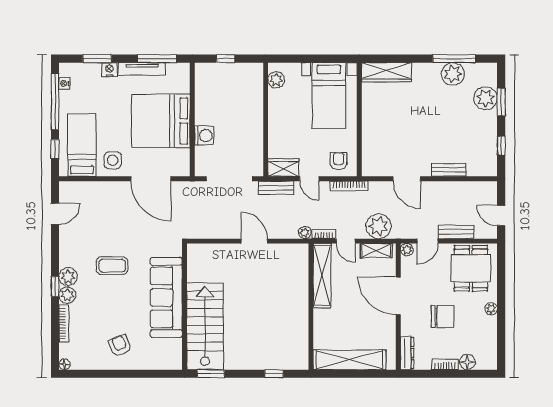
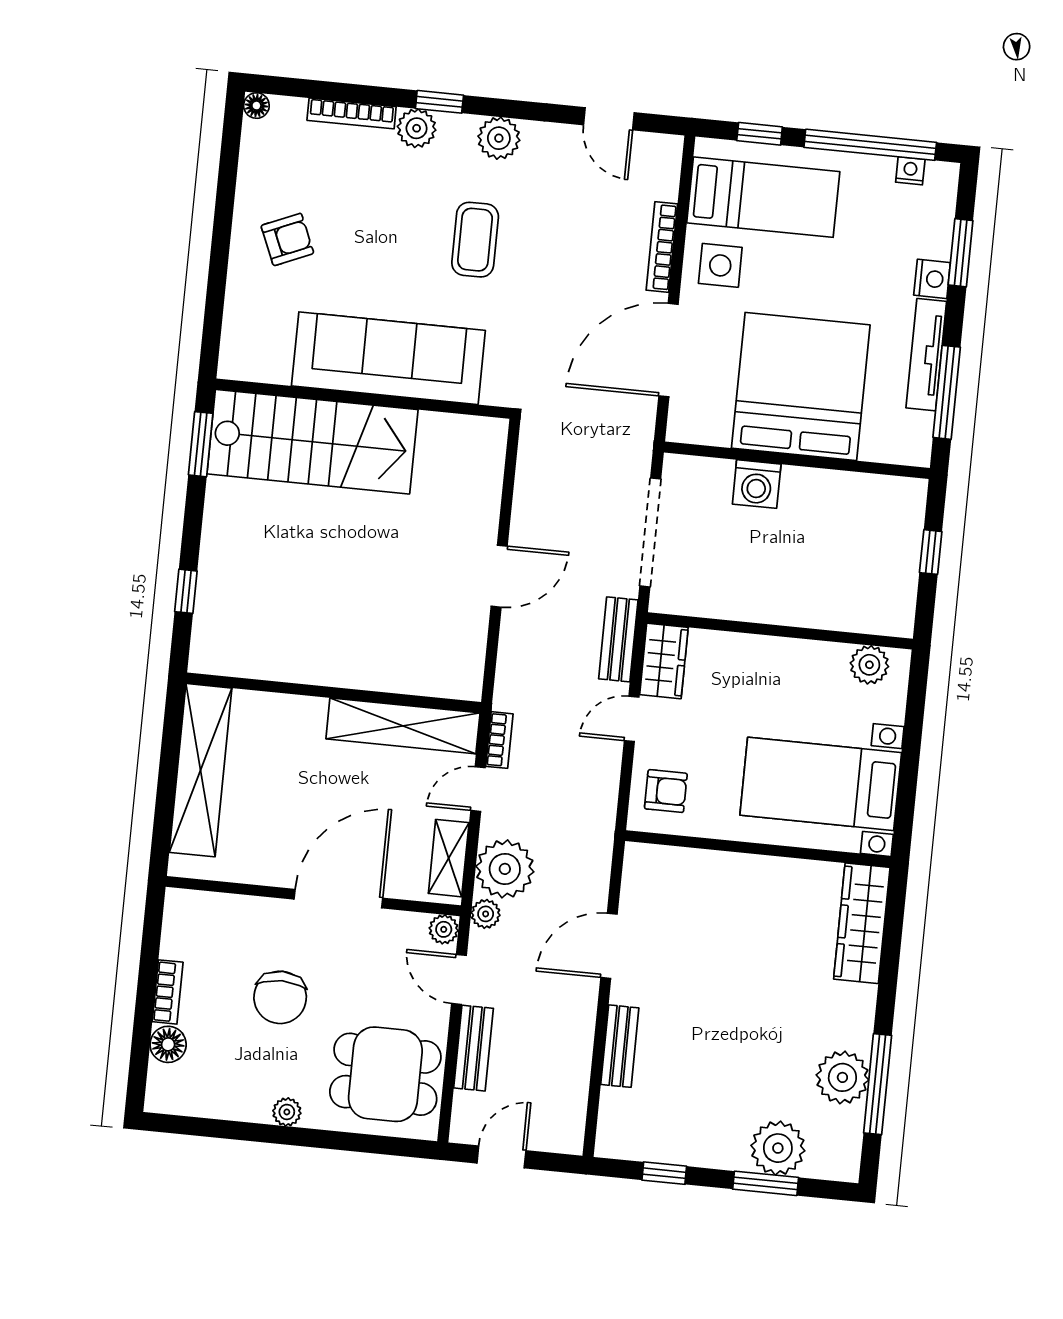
bookcase: (349, 186) -> (662, 247), moved
plant: (305, 233) -> (486, 914), moved
plant: (68, 277) -> (499, 138), moved
dresser: (407, 353) -> (203, 906), removed

